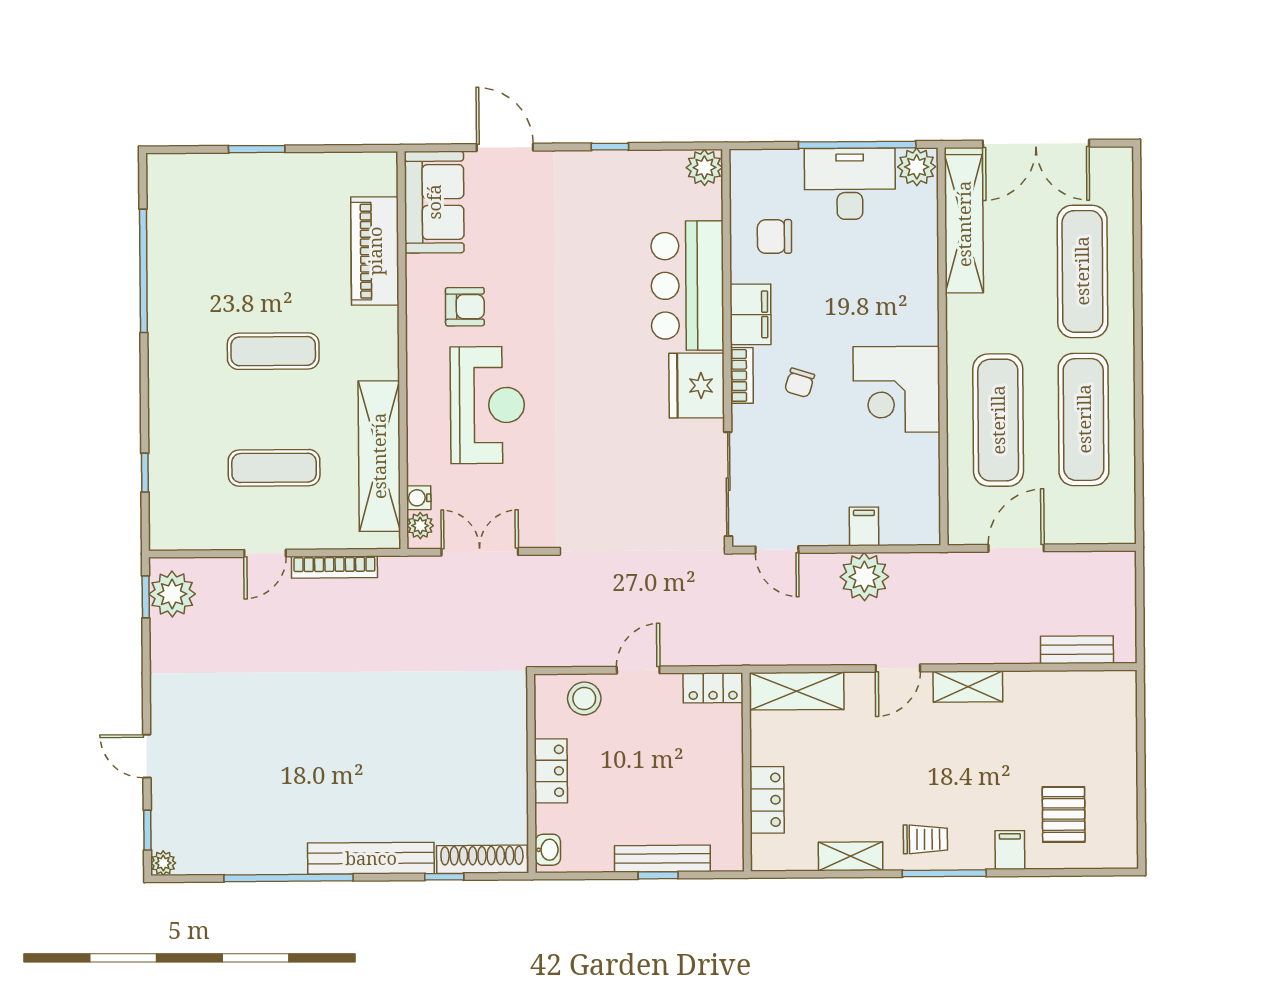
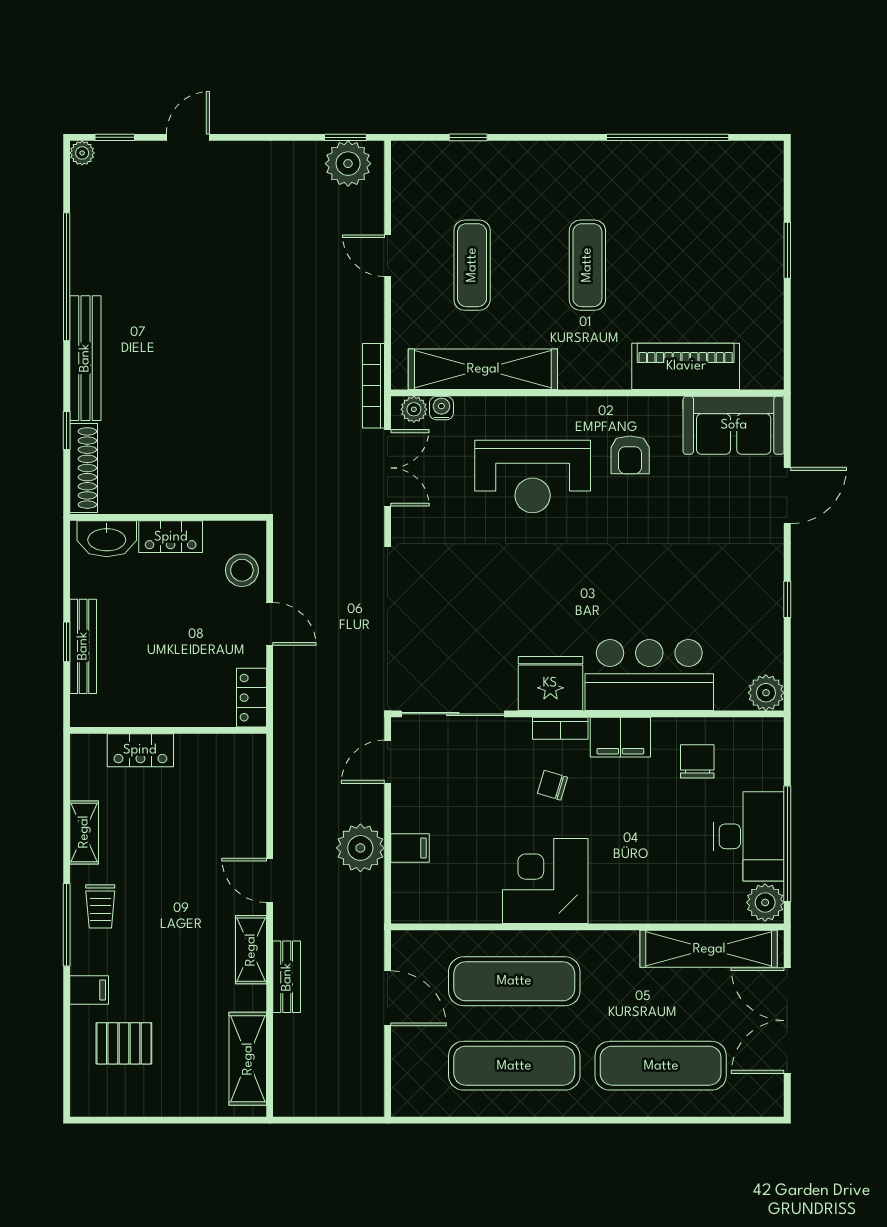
bookcase: (334, 567) -> (374, 386), moved
bench: (1077, 650) -> (287, 977), moved
shelving: (797, 691) -> (248, 1059), moved
washbasin: (548, 850) -> (107, 539), width x1.91, depth x1.45

